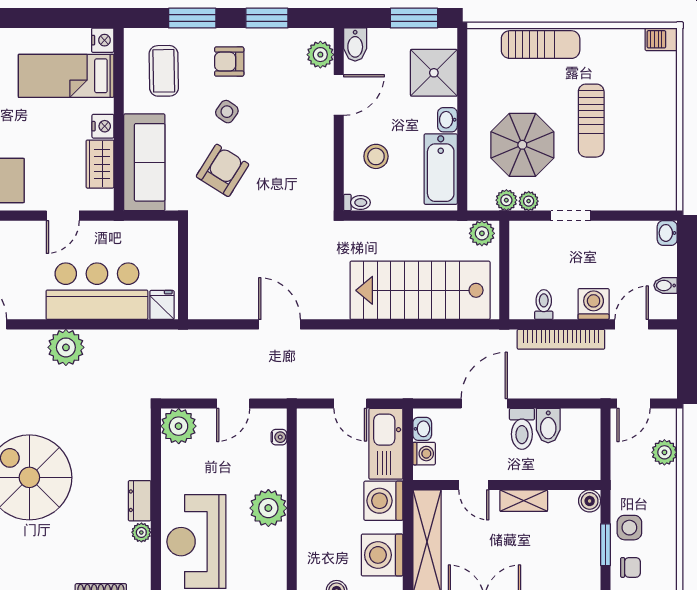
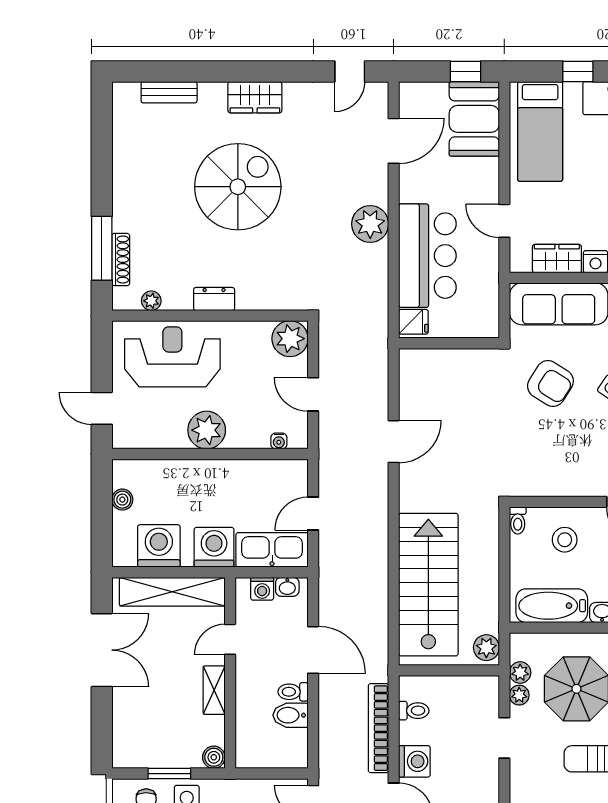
toilet: (522, 429) -> (293, 692), width x0.73, depth x0.72
plant: (141, 532) -> (151, 301), moved

